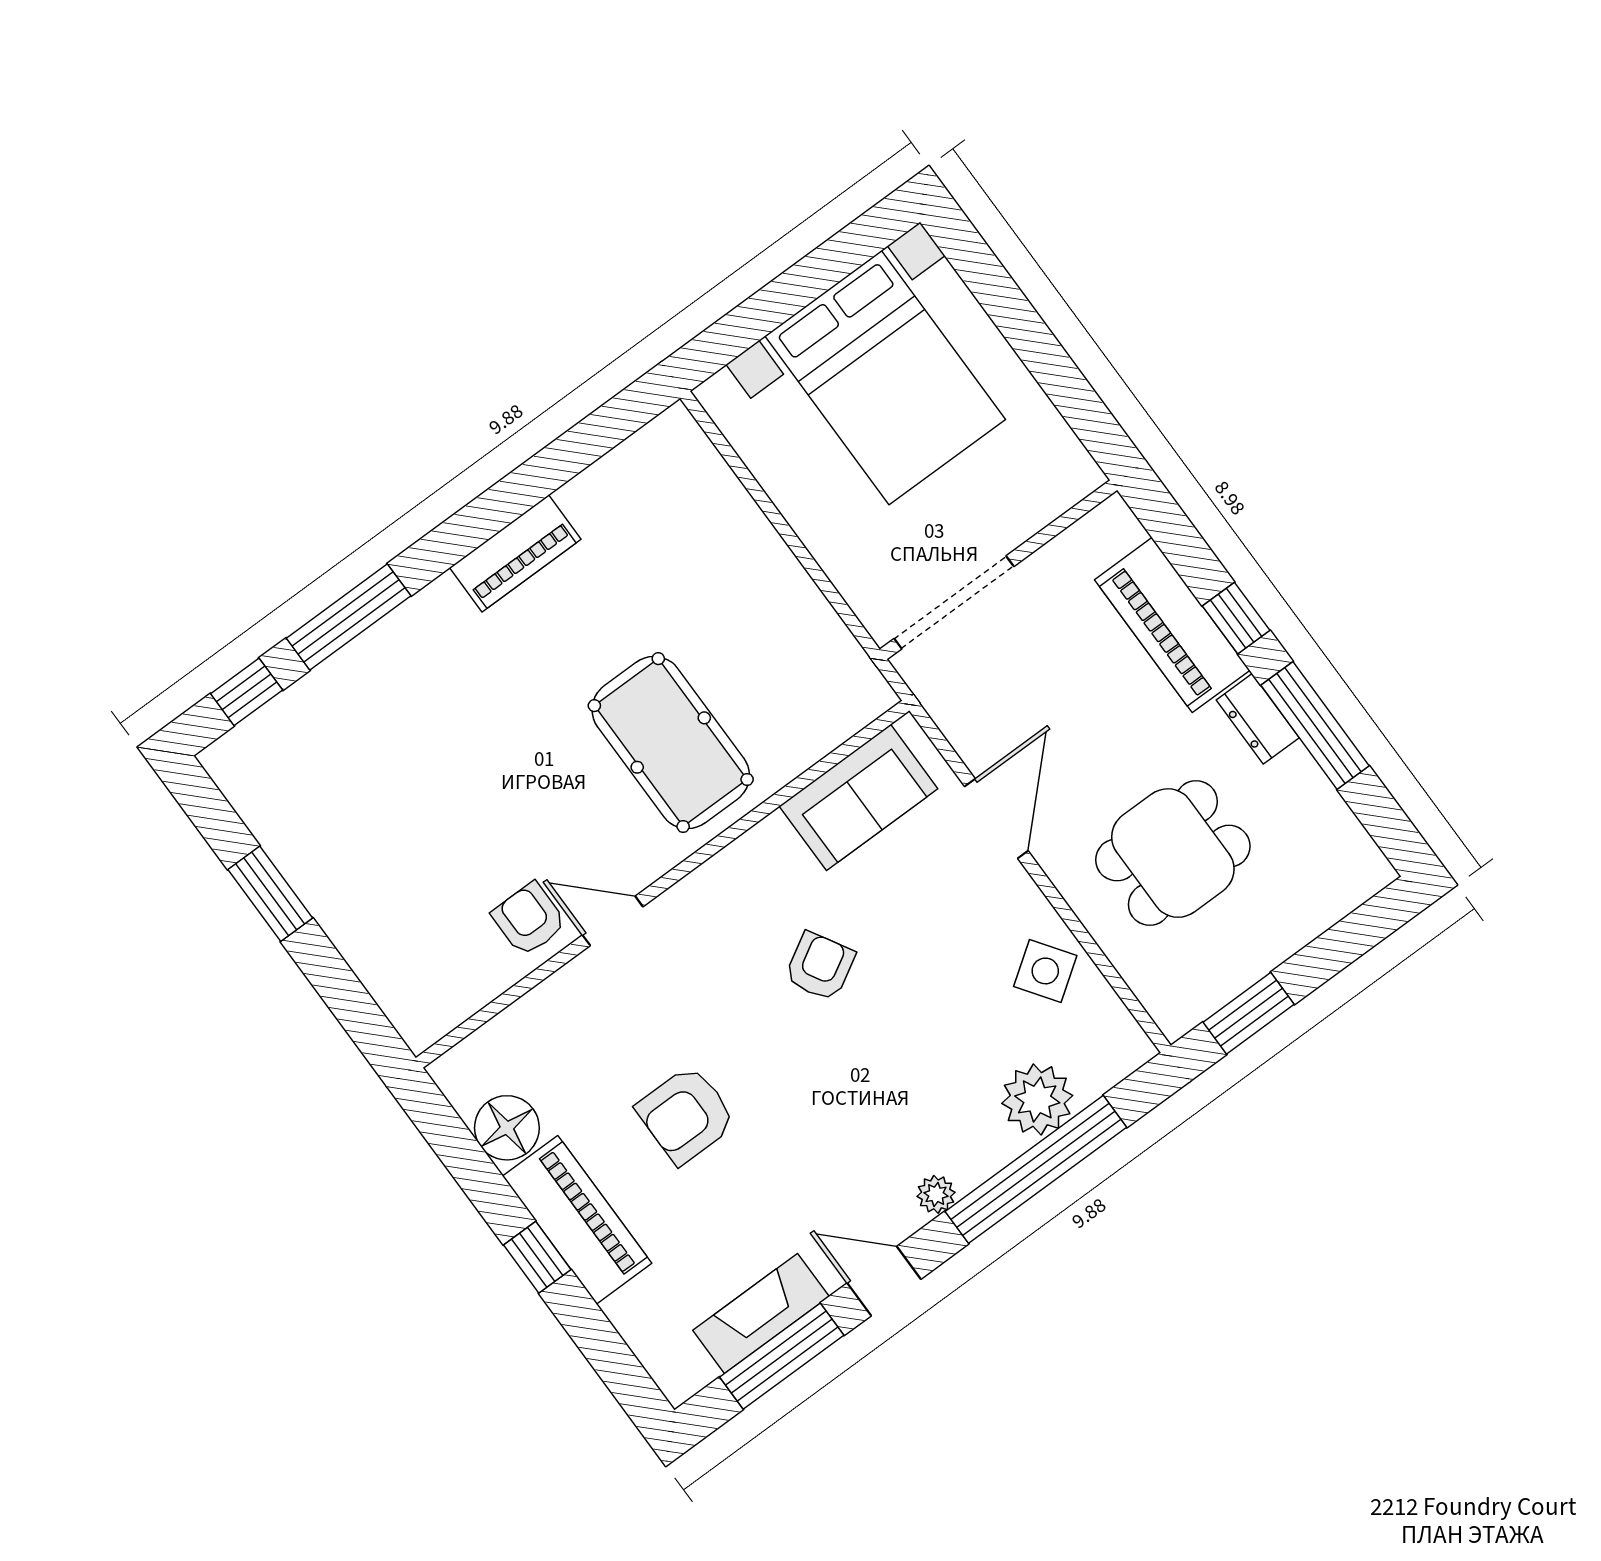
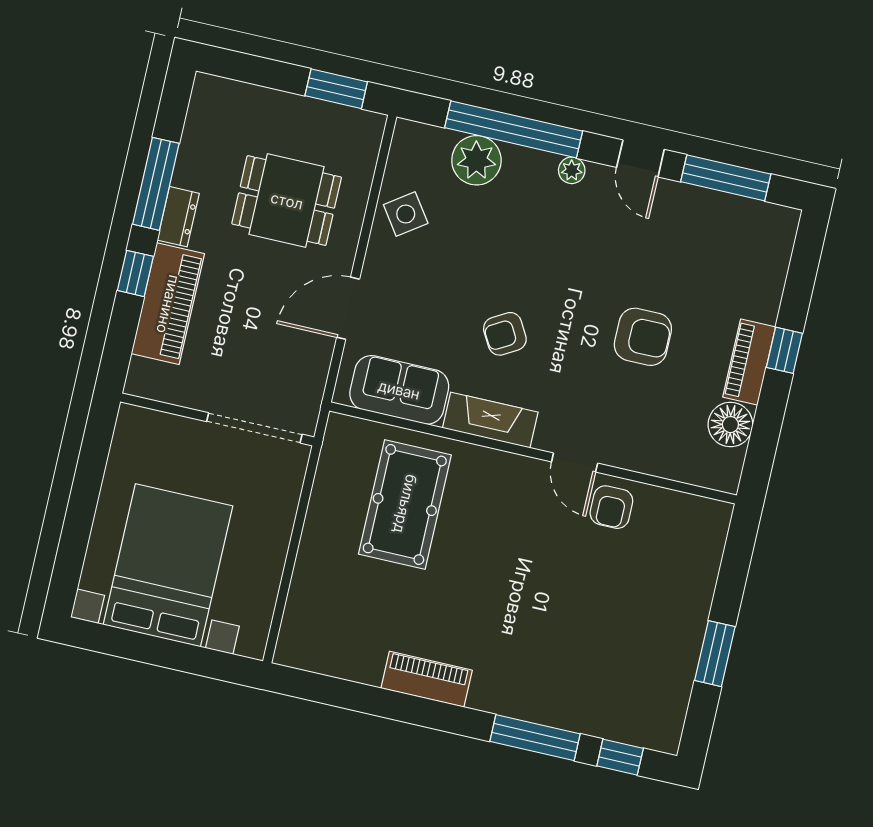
pool table: (671, 743) -> (405, 504), moved
piano: (577, 1220) -> (749, 362), width x0.73, depth x0.75
fireplace: (761, 1313) -> (490, 420), moved, turned 180

